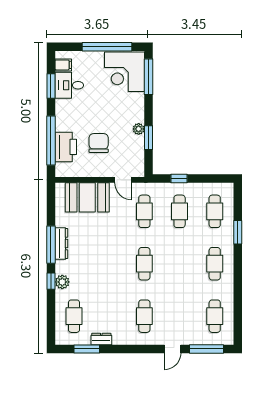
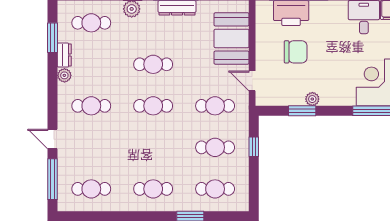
door: (123, 180) -> (252, 81), hinge flipped
cafe table: (109, 264) -> (153, 64), added
plant: (119, 339) -> (64, 75), added

